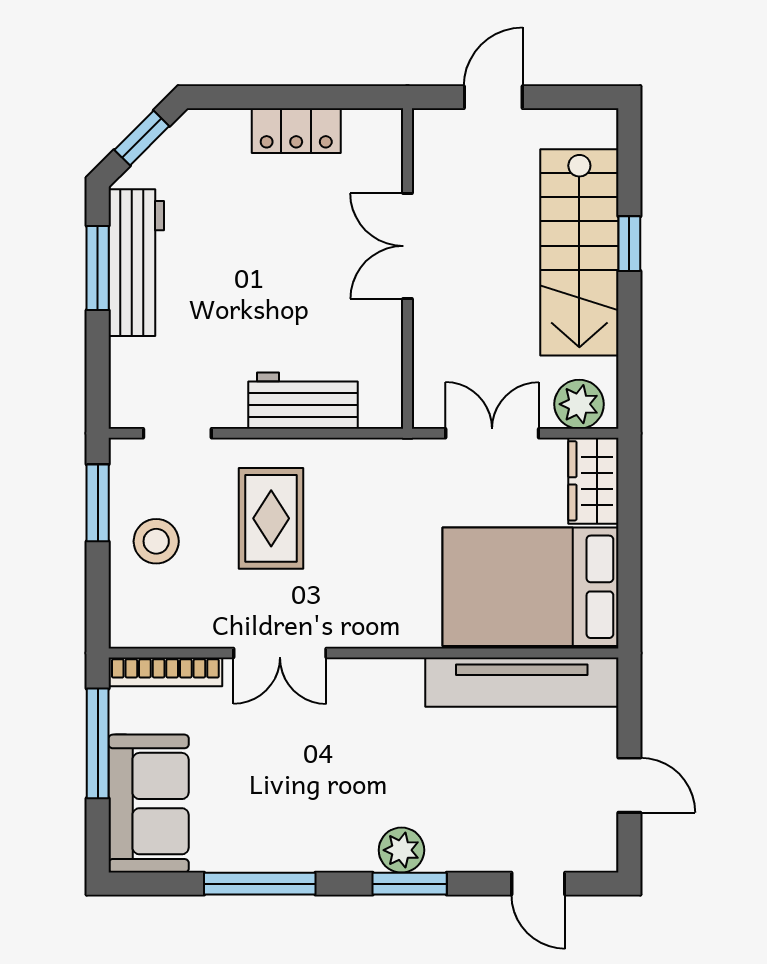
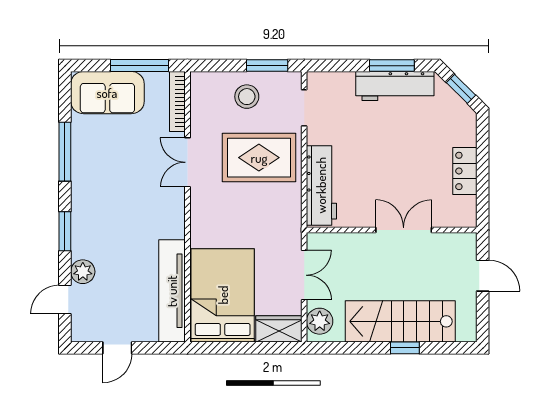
workbench: (303, 401) -> (321, 185), width x1.37
rug: (271, 518) -> (259, 158), width x1.36, depth x1.43
plant: (401, 850) -> (83, 272), moved

